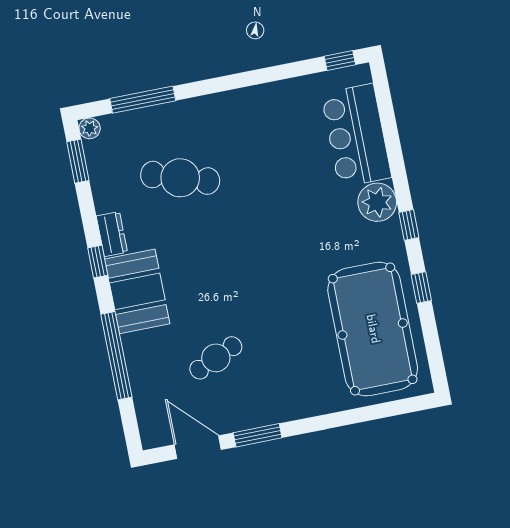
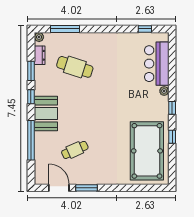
window: (340, 61) -> (145, 29), moved
window: (78, 161) -> (31, 71), moved
plant: (377, 202) -> (164, 91), width x0.53, depth x0.53
dresser: (112, 234) -> (40, 55), moved

